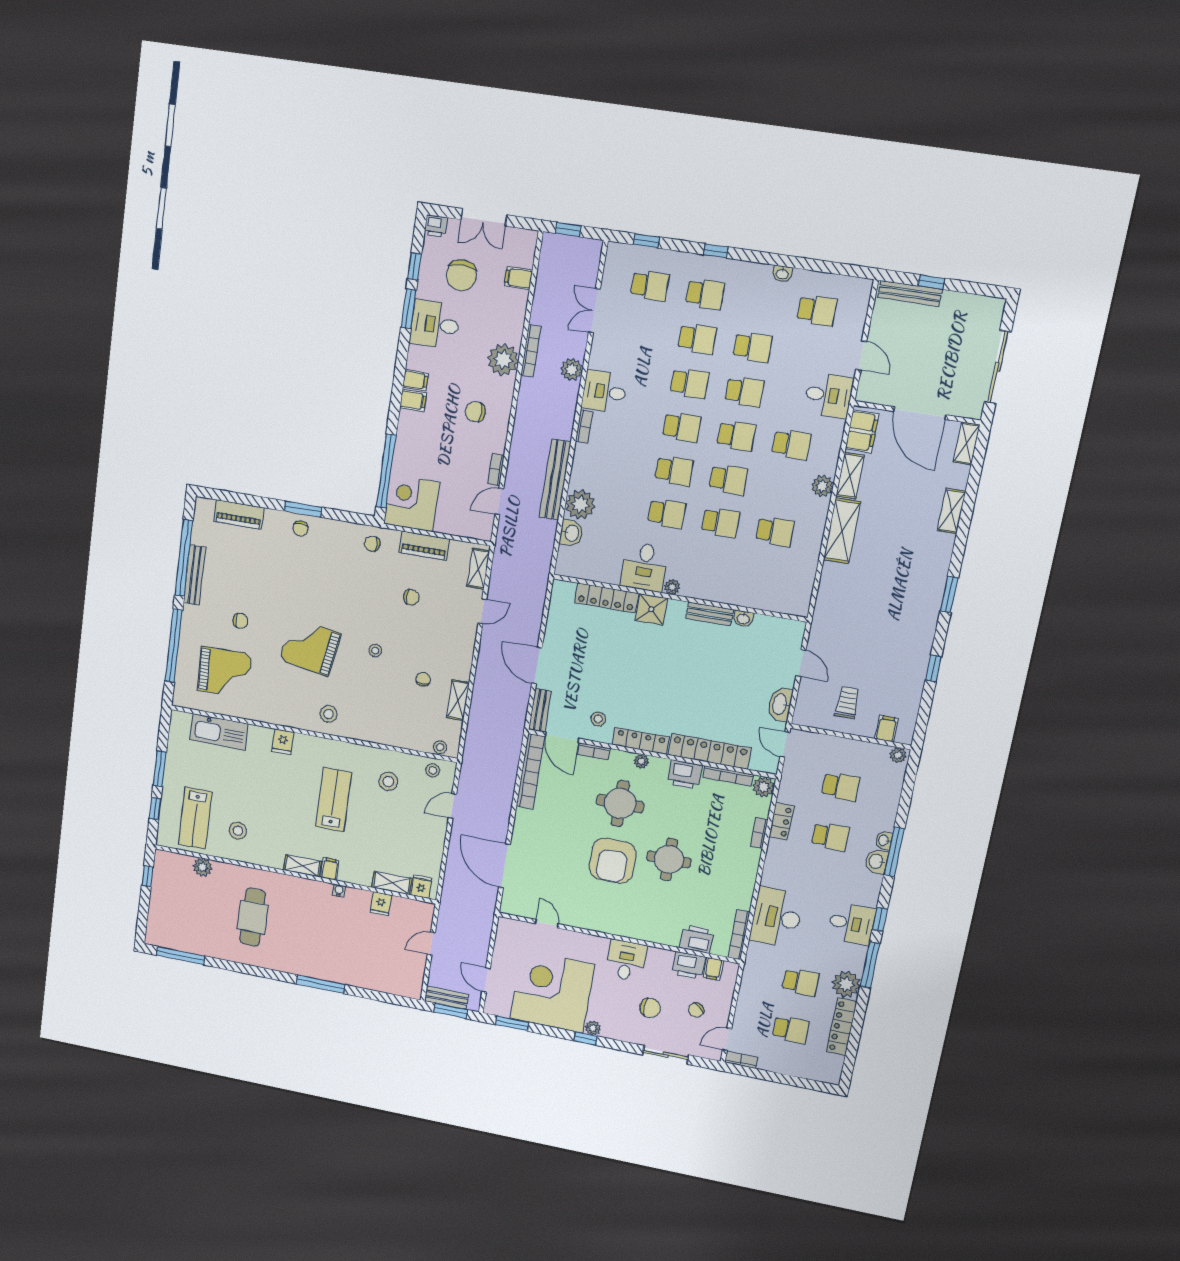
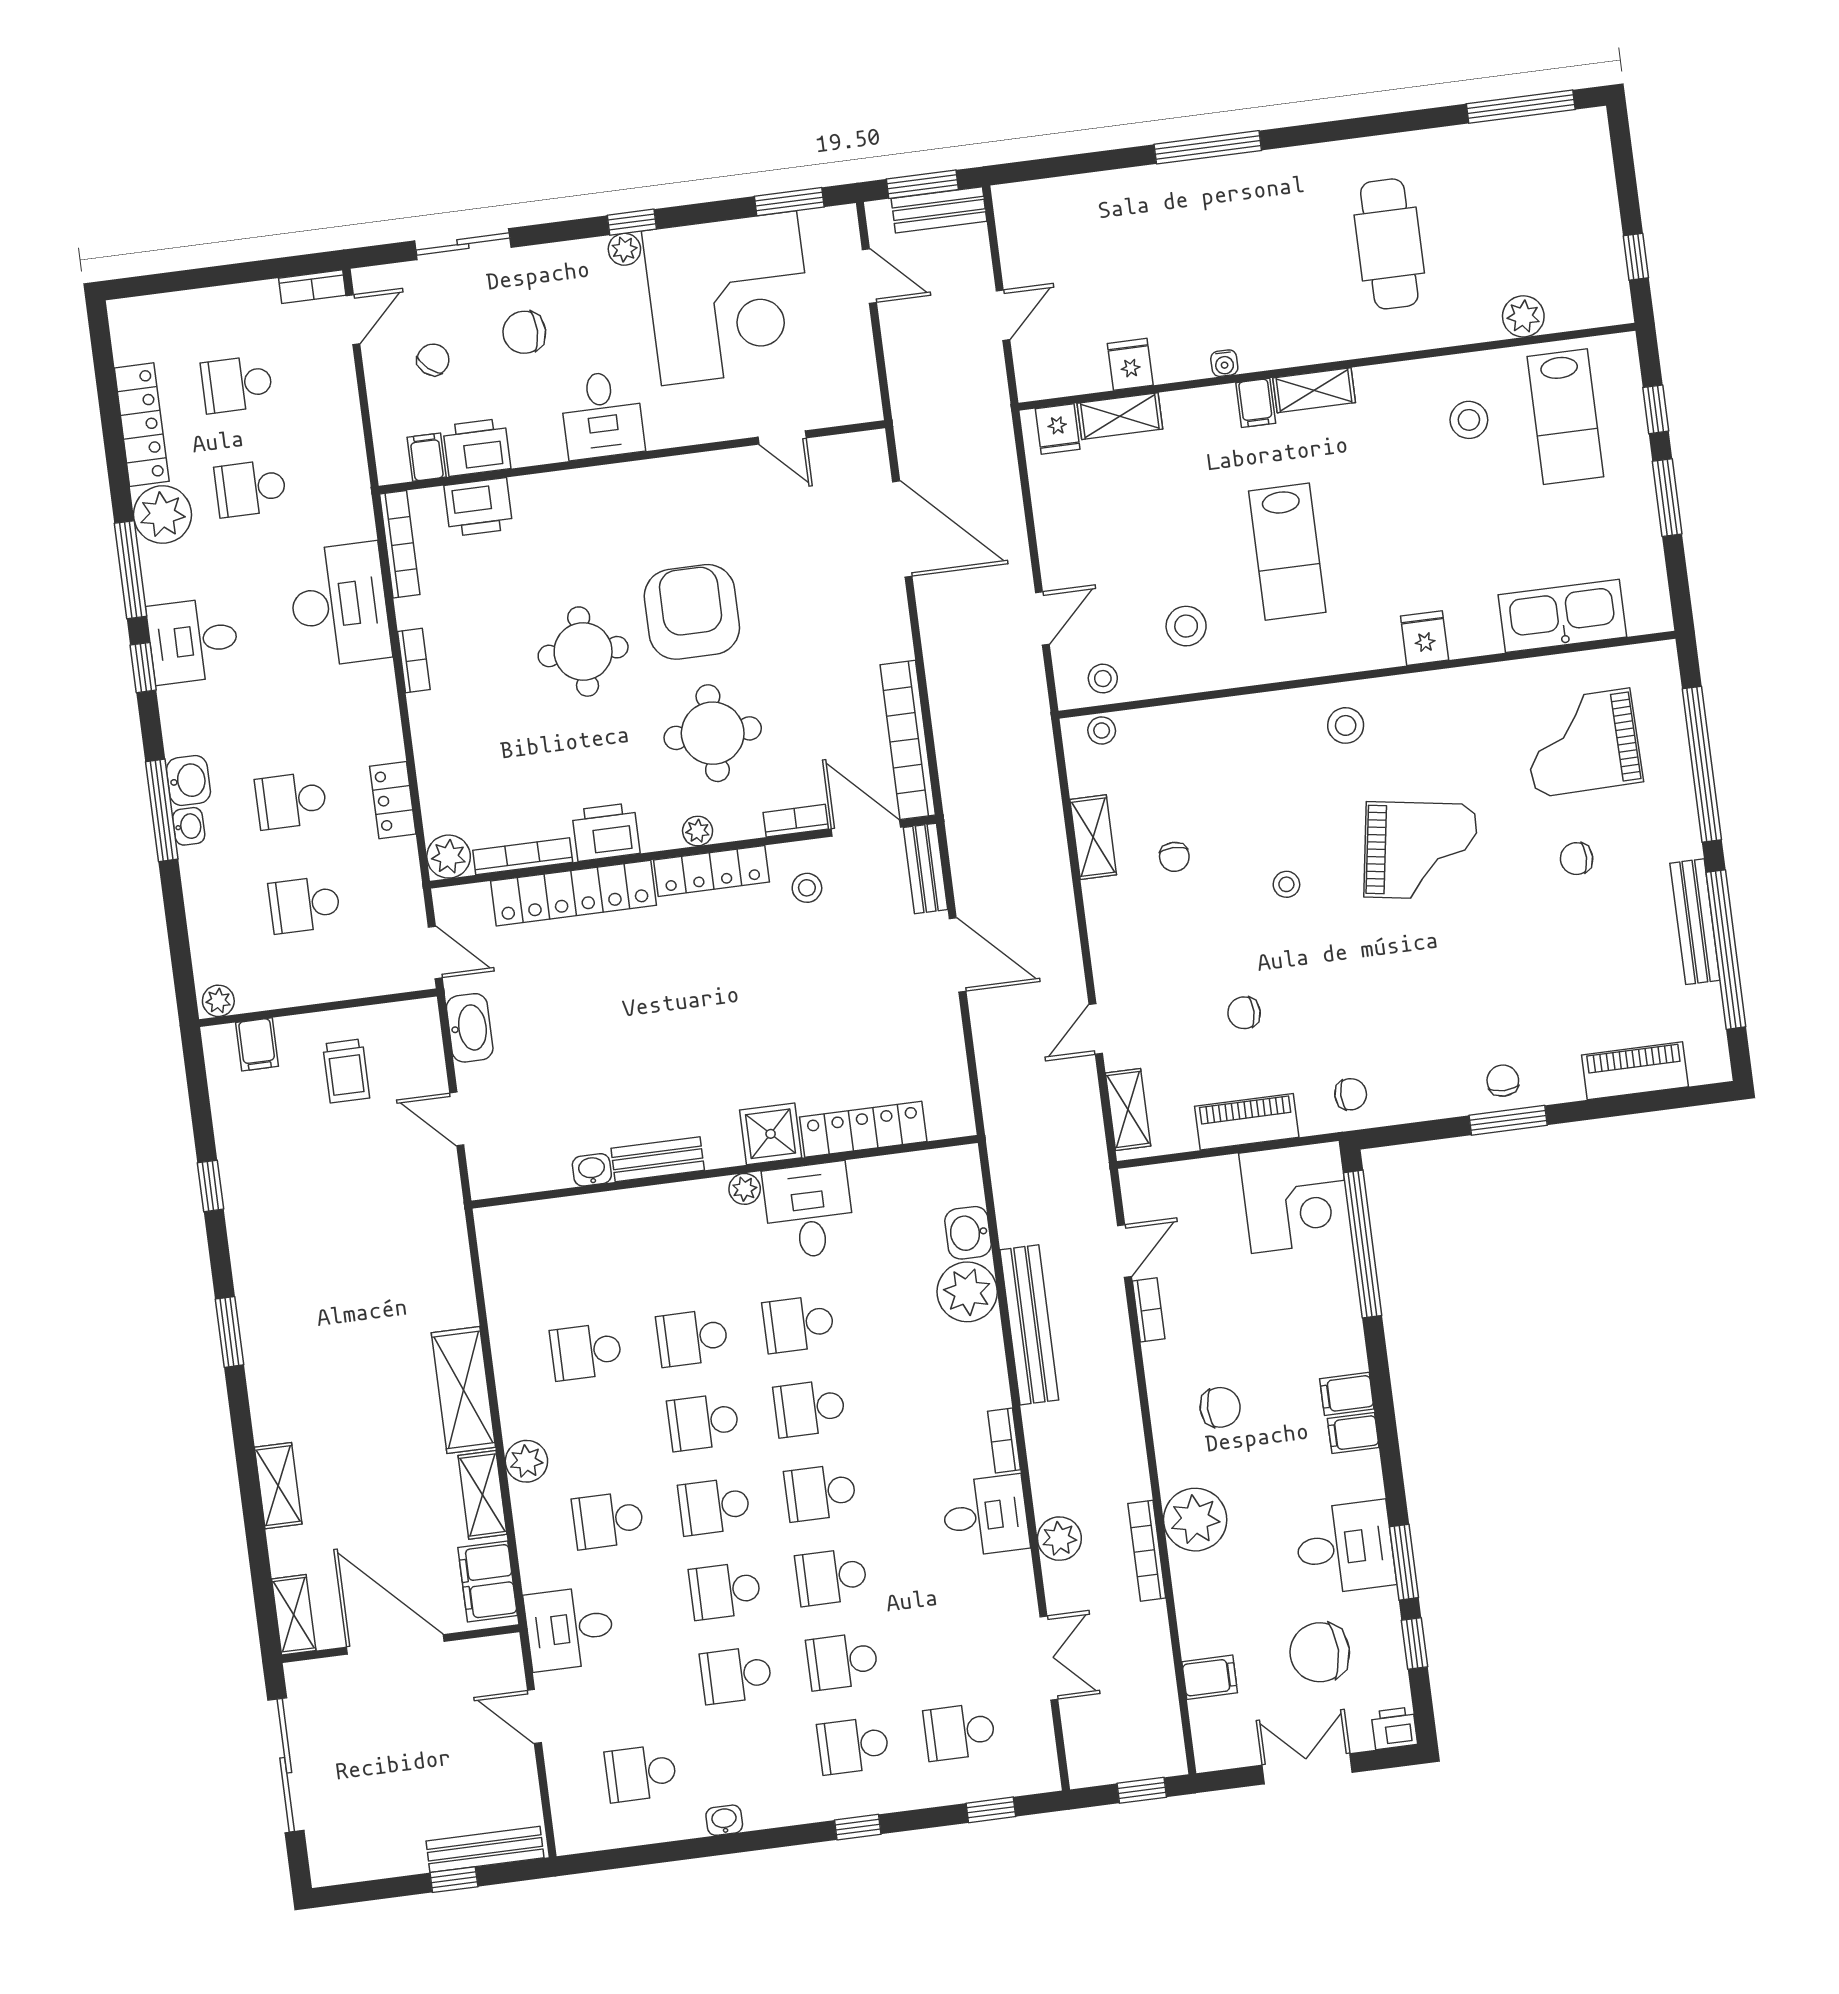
chair: (461, 275) -> (1320, 1652), turned -91
lab bench: (195, 818) -> (1565, 417), turned 180
bookcase: (759, 833) -> (414, 661), moved

